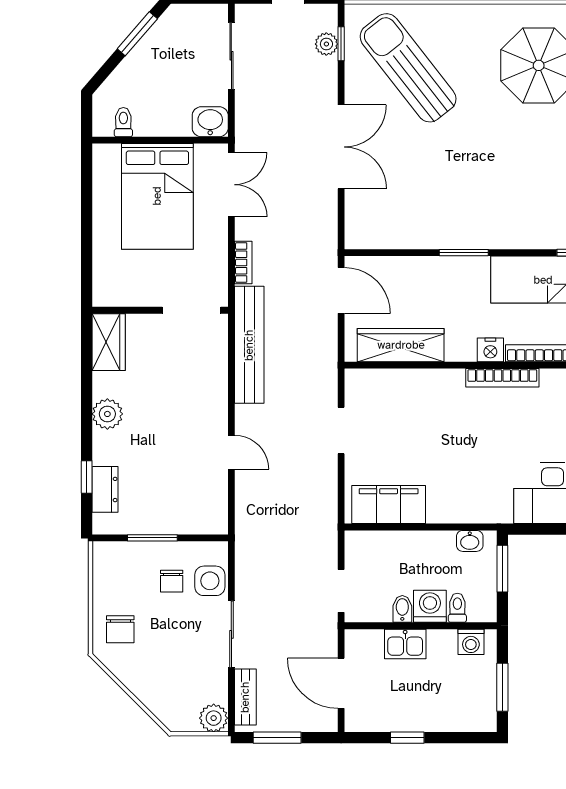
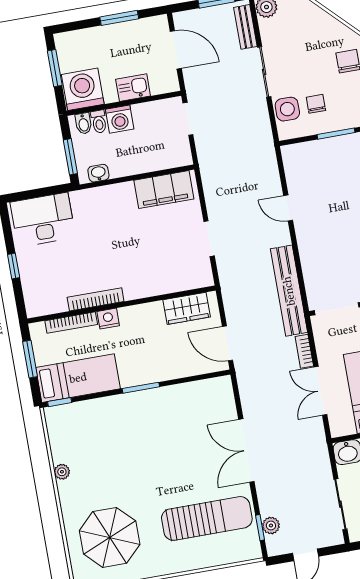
sun lounger: (408, 68) -> (207, 518), turned -52
double door: (231, 185) -> (320, 391), moved
wardrobe: (401, 345) -> (187, 308), width x0.67
bidet: (402, 609) -> (83, 123), moved
washing machine: (471, 642) -> (83, 89), width x1.89, depth x1.89
window: (407, 738) -> (119, 18), width x1.50

